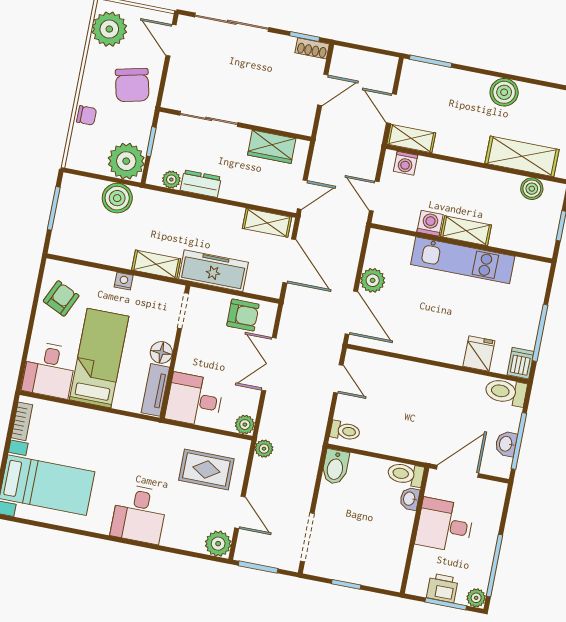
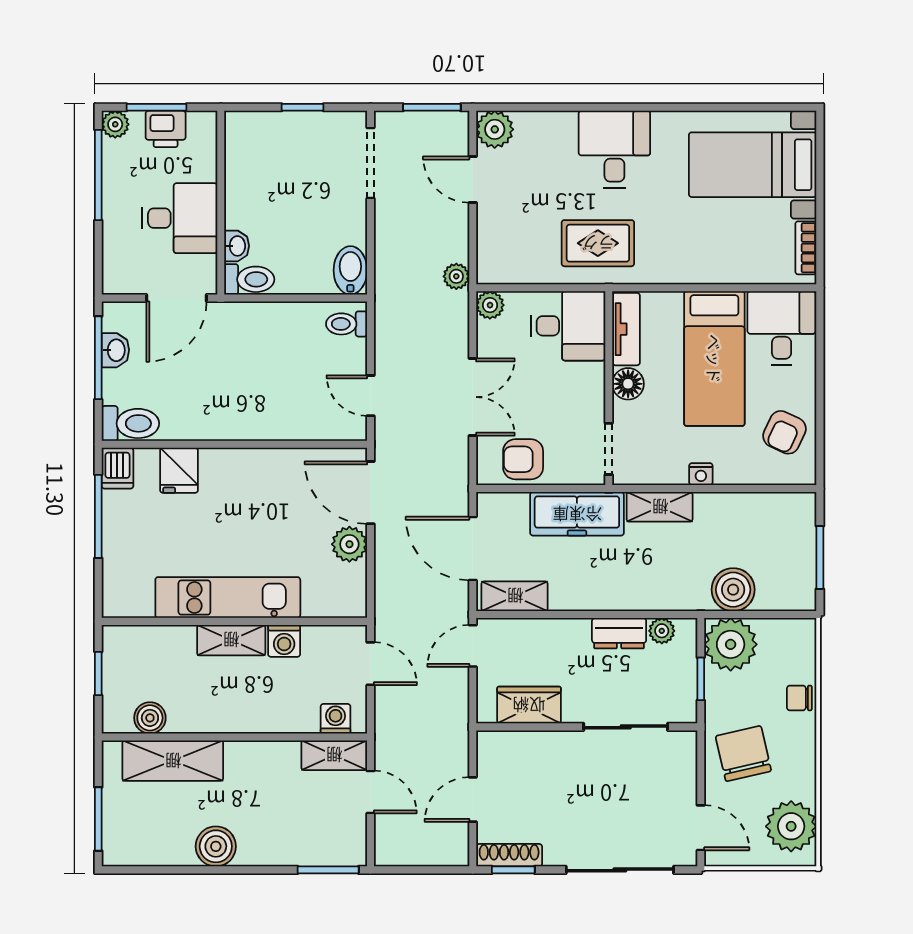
shoe rack: (312, 48) -> (509, 855), width x1.43
rug: (206, 470) -> (598, 243), moved

